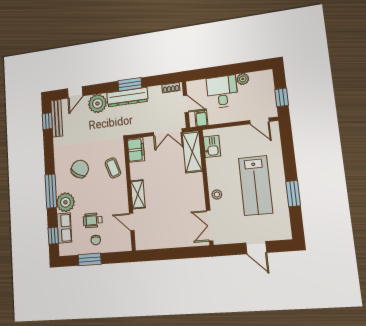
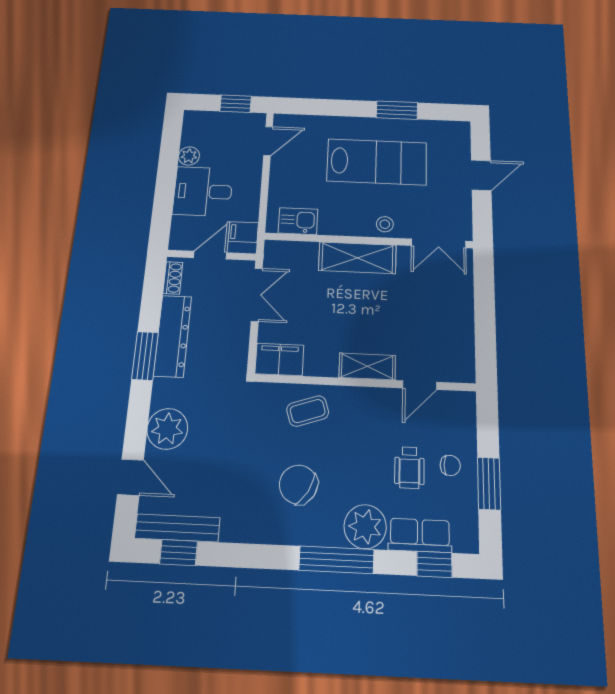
dresser: (127, 97) -> (173, 336), moved
shelving: (192, 152) -> (357, 258), moved

